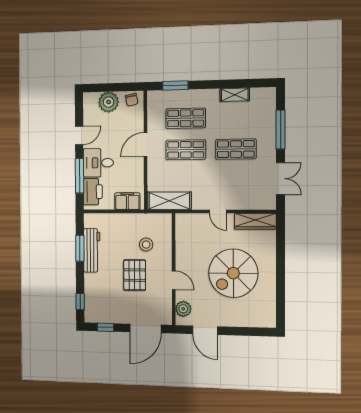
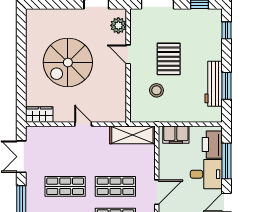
wardrobe: (255, 221) -> (39, 115), width x0.67
spiral stairs: (233, 273) -> (68, 62), turned 180

